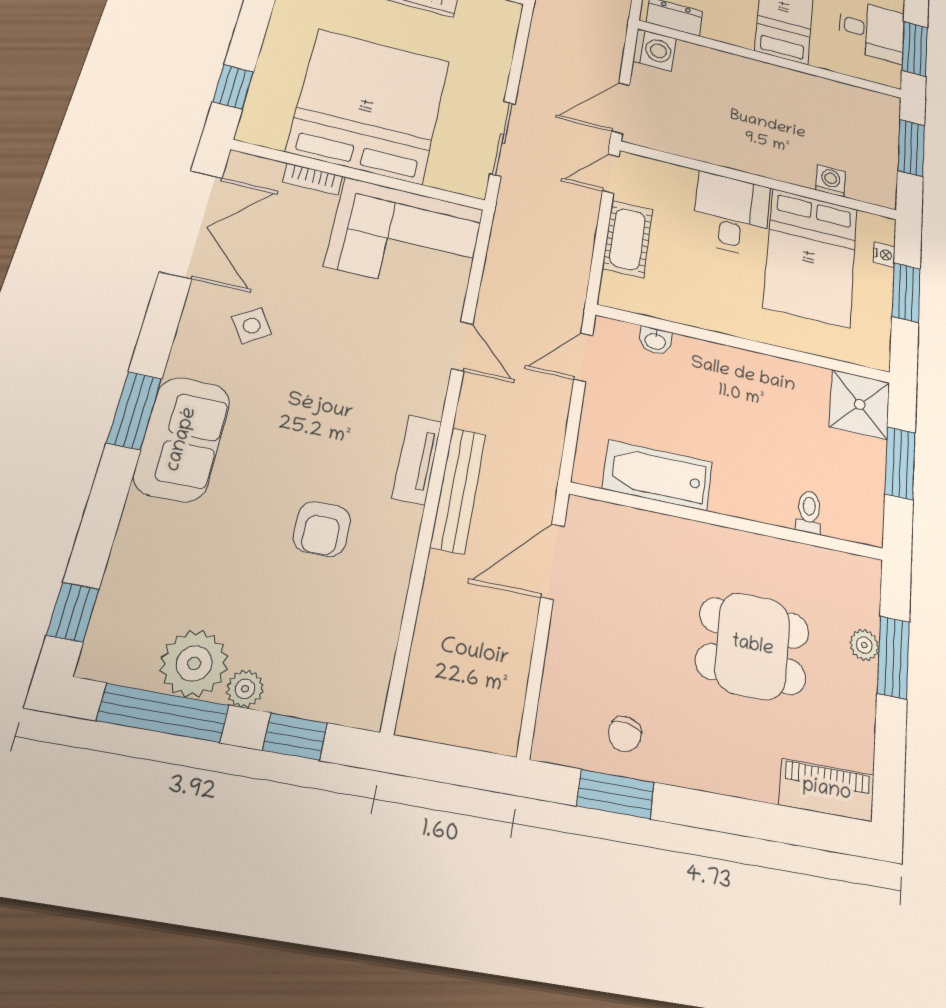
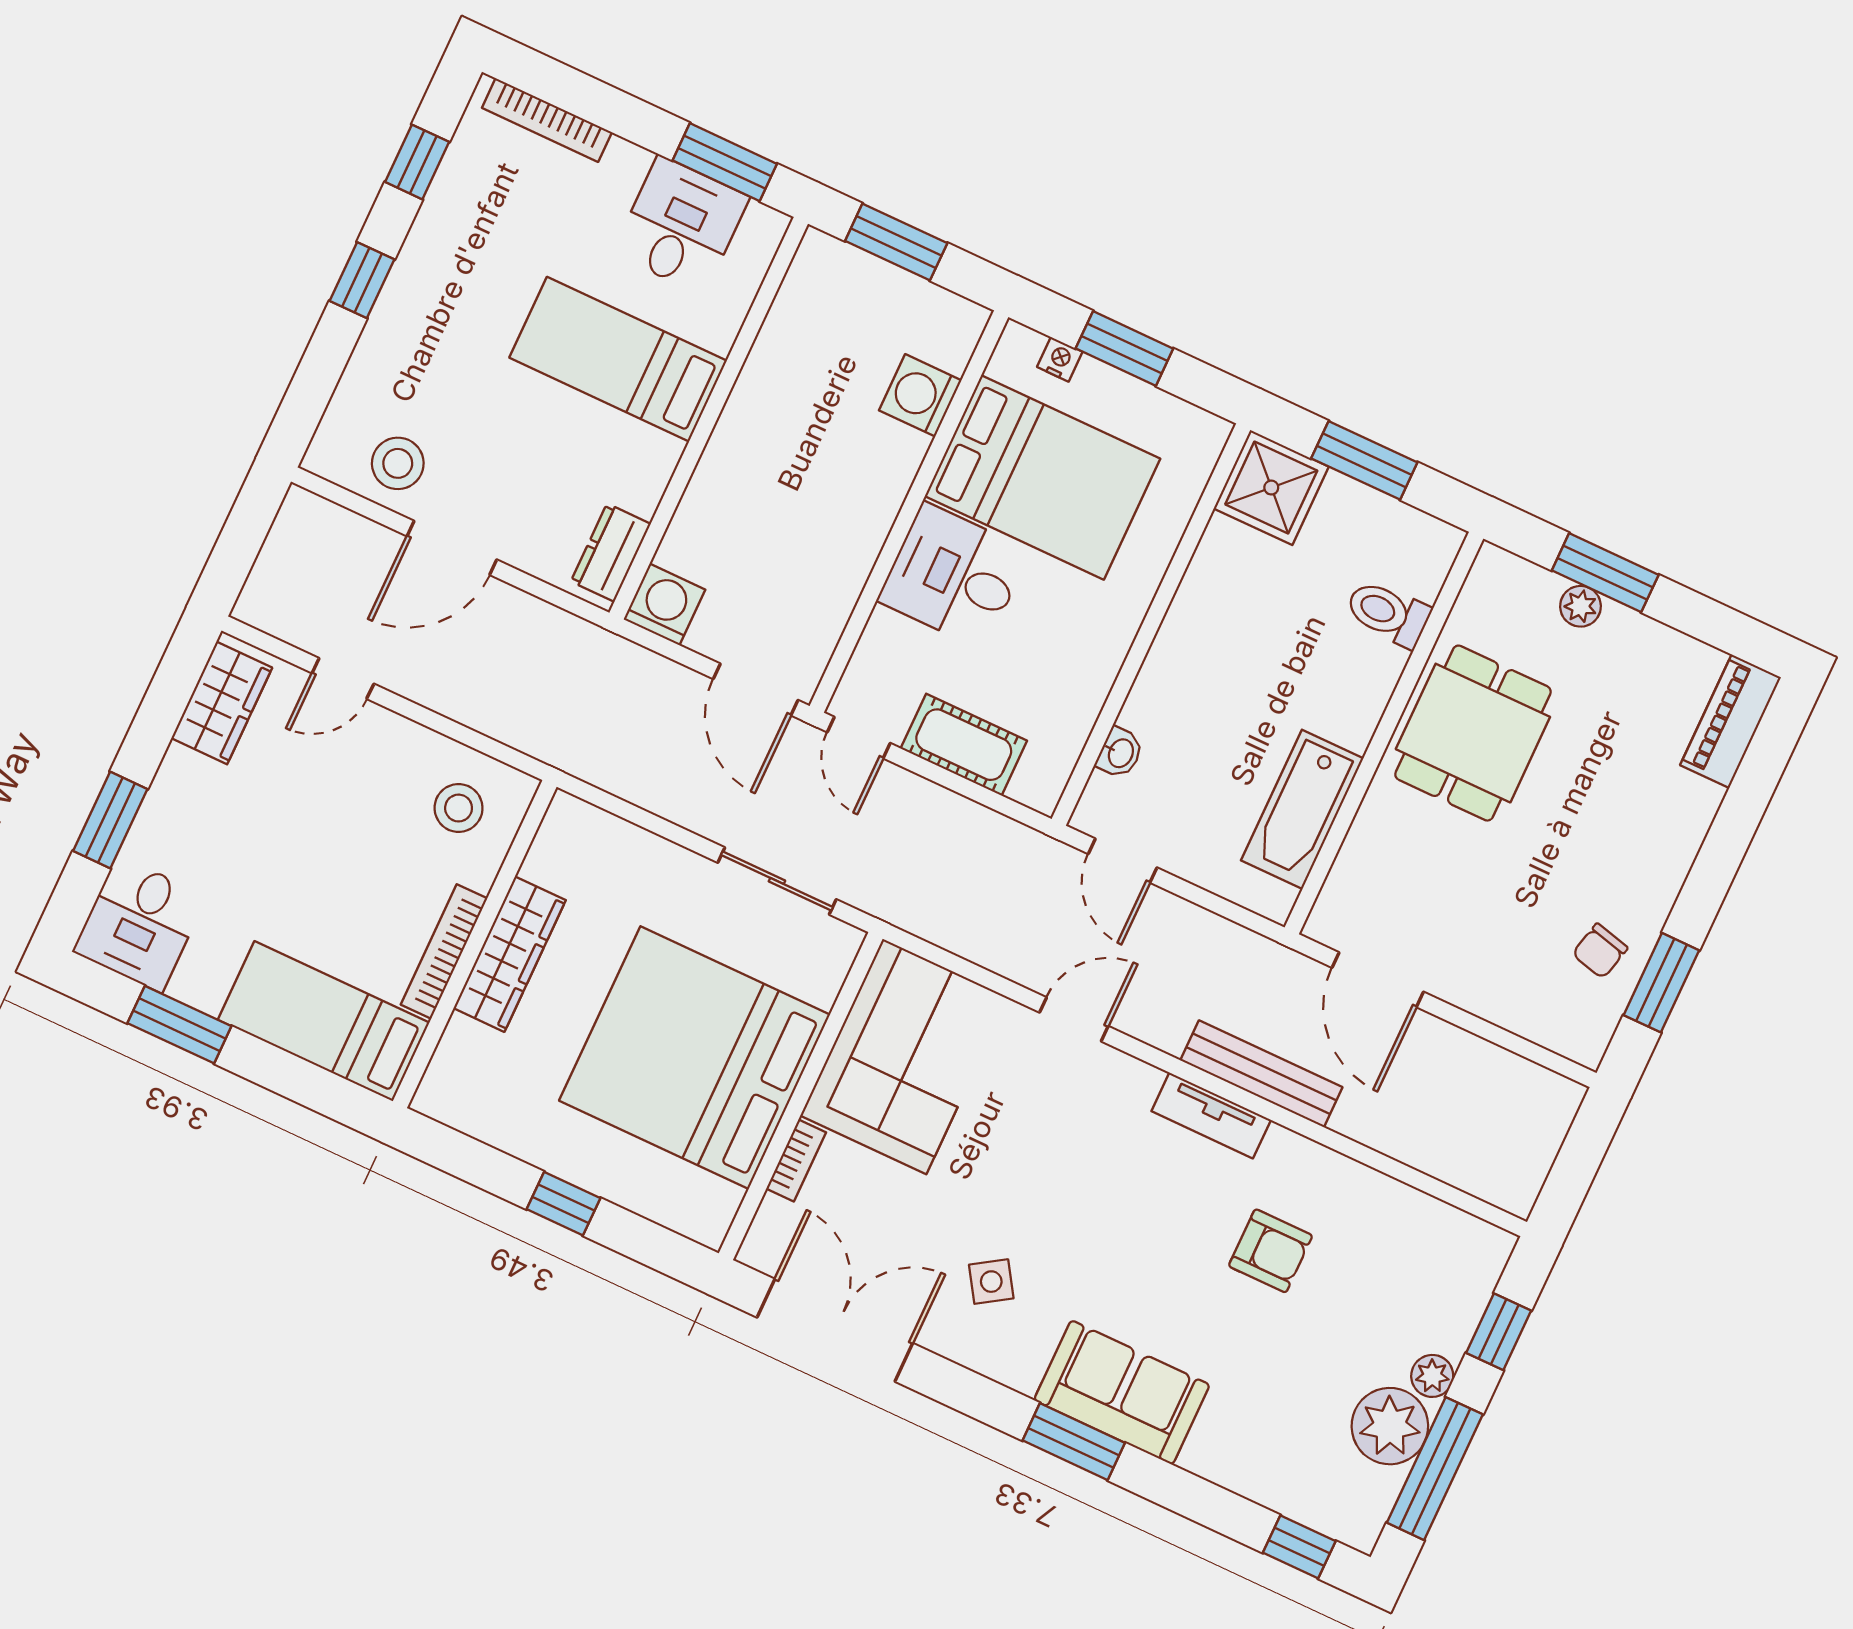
window: (233, 87) -> (563, 1204), moved
washing machine: (831, 181) -> (920, 395), width x1.38, depth x1.38
toilet: (809, 512) -> (1388, 613), width x1.37, depth x1.39
dining table: (753, 646) -> (1473, 733), moved
chair: (625, 734) -> (1600, 951), turned 94

